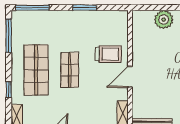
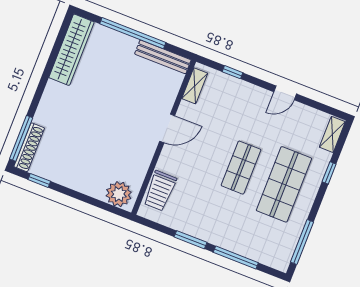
window: (32, 8) -> (236, 257), moved
plant: (164, 20) -> (119, 194), moved
trolley: (108, 54) -> (160, 191), moved, turned -90

